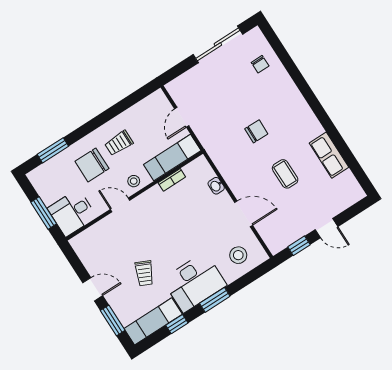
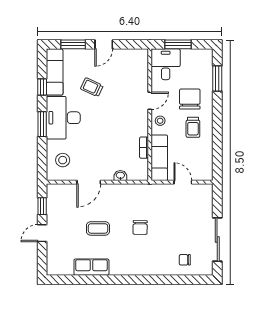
trolley: (119, 143) -> (193, 127), turned 180

